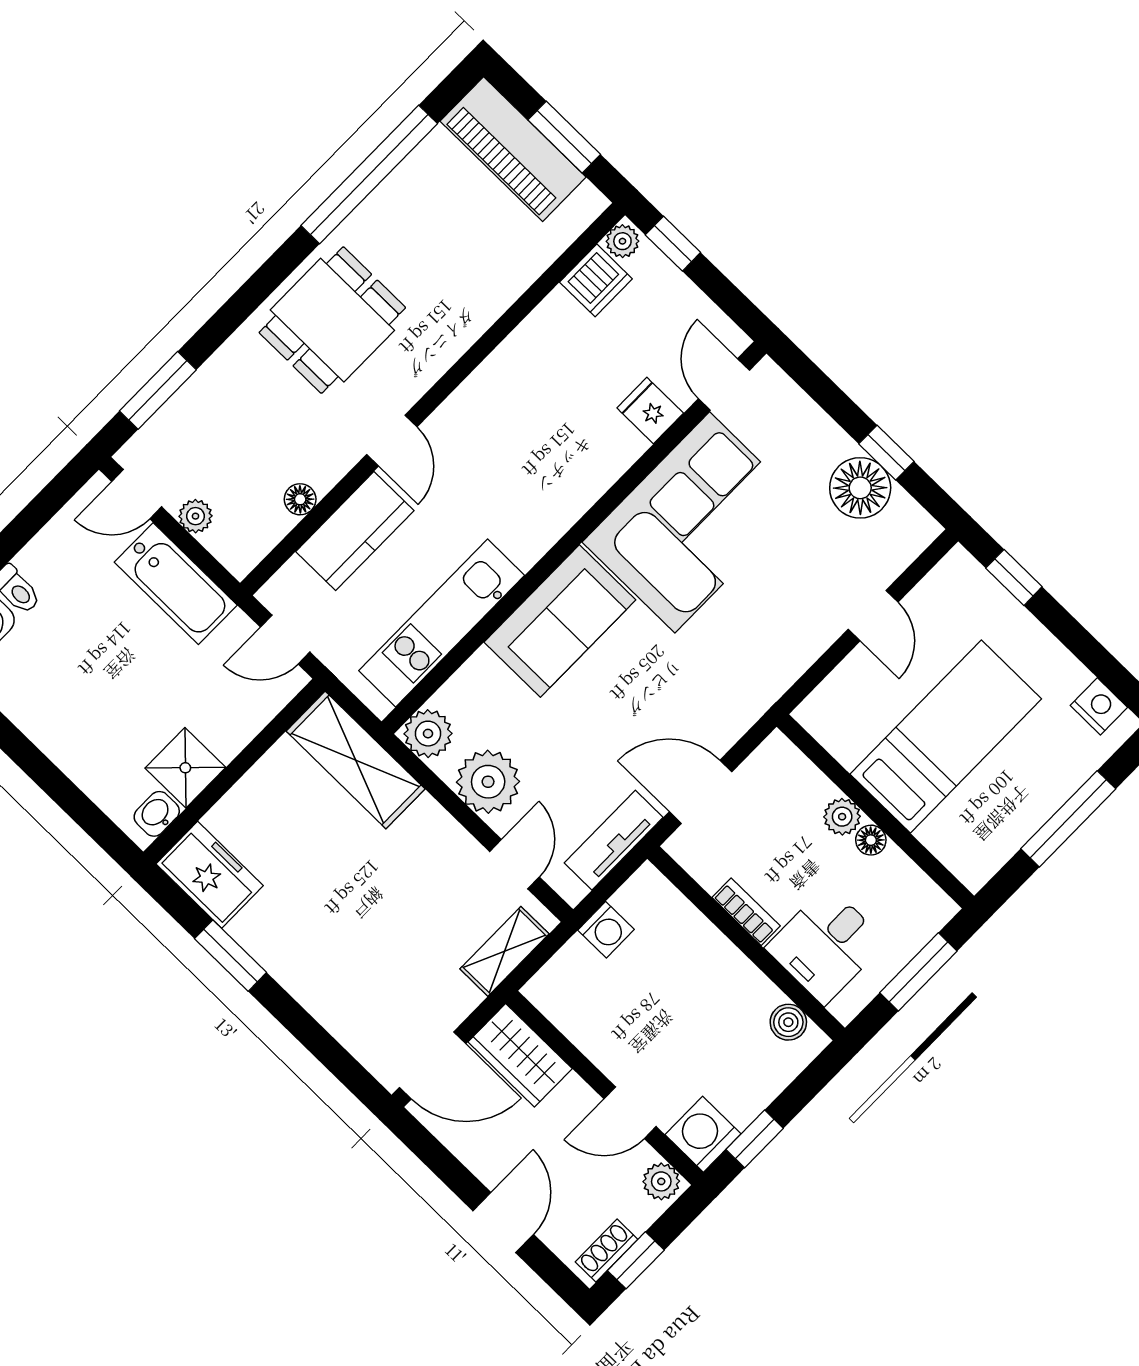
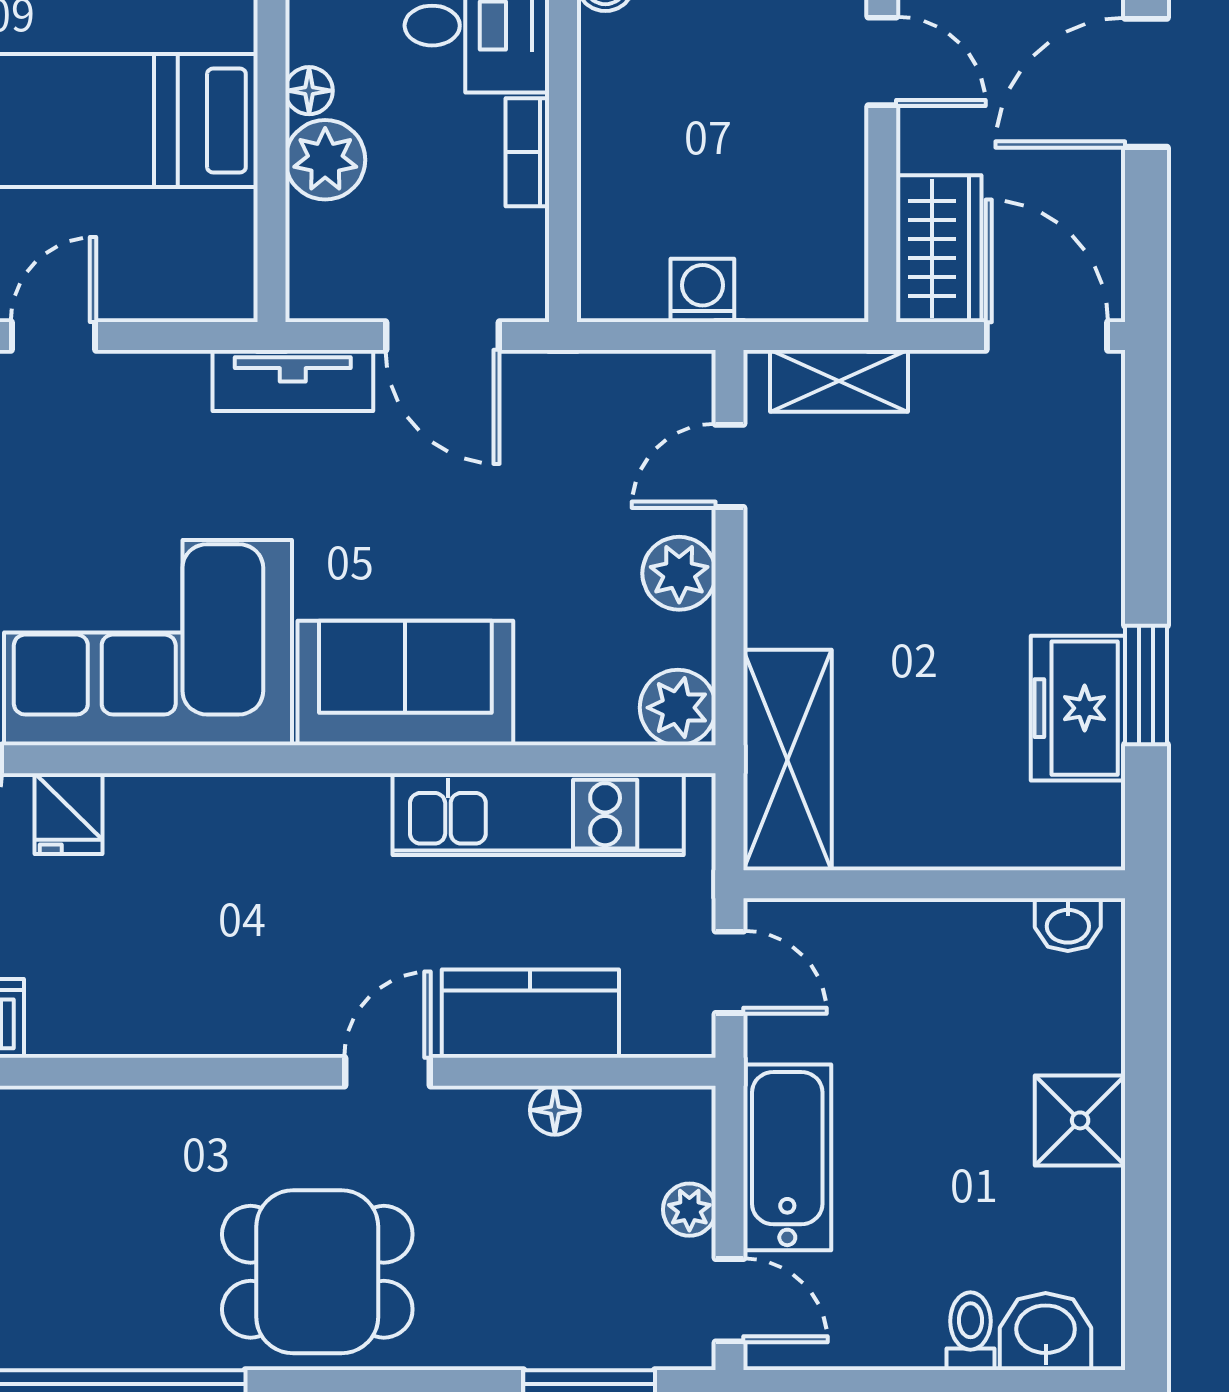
shower: (185, 768) -> (1080, 1120), moved
plant: (488, 782) -> (679, 573), width x0.73, depth x0.73
plant: (842, 817) -> (325, 160), width x1.38, depth x1.38
tv unit: (614, 840) -> (293, 380), moved
freezer: (210, 875) -> (1078, 708), moved
door: (503, 1223) -> (1146, 83), width x1.38

